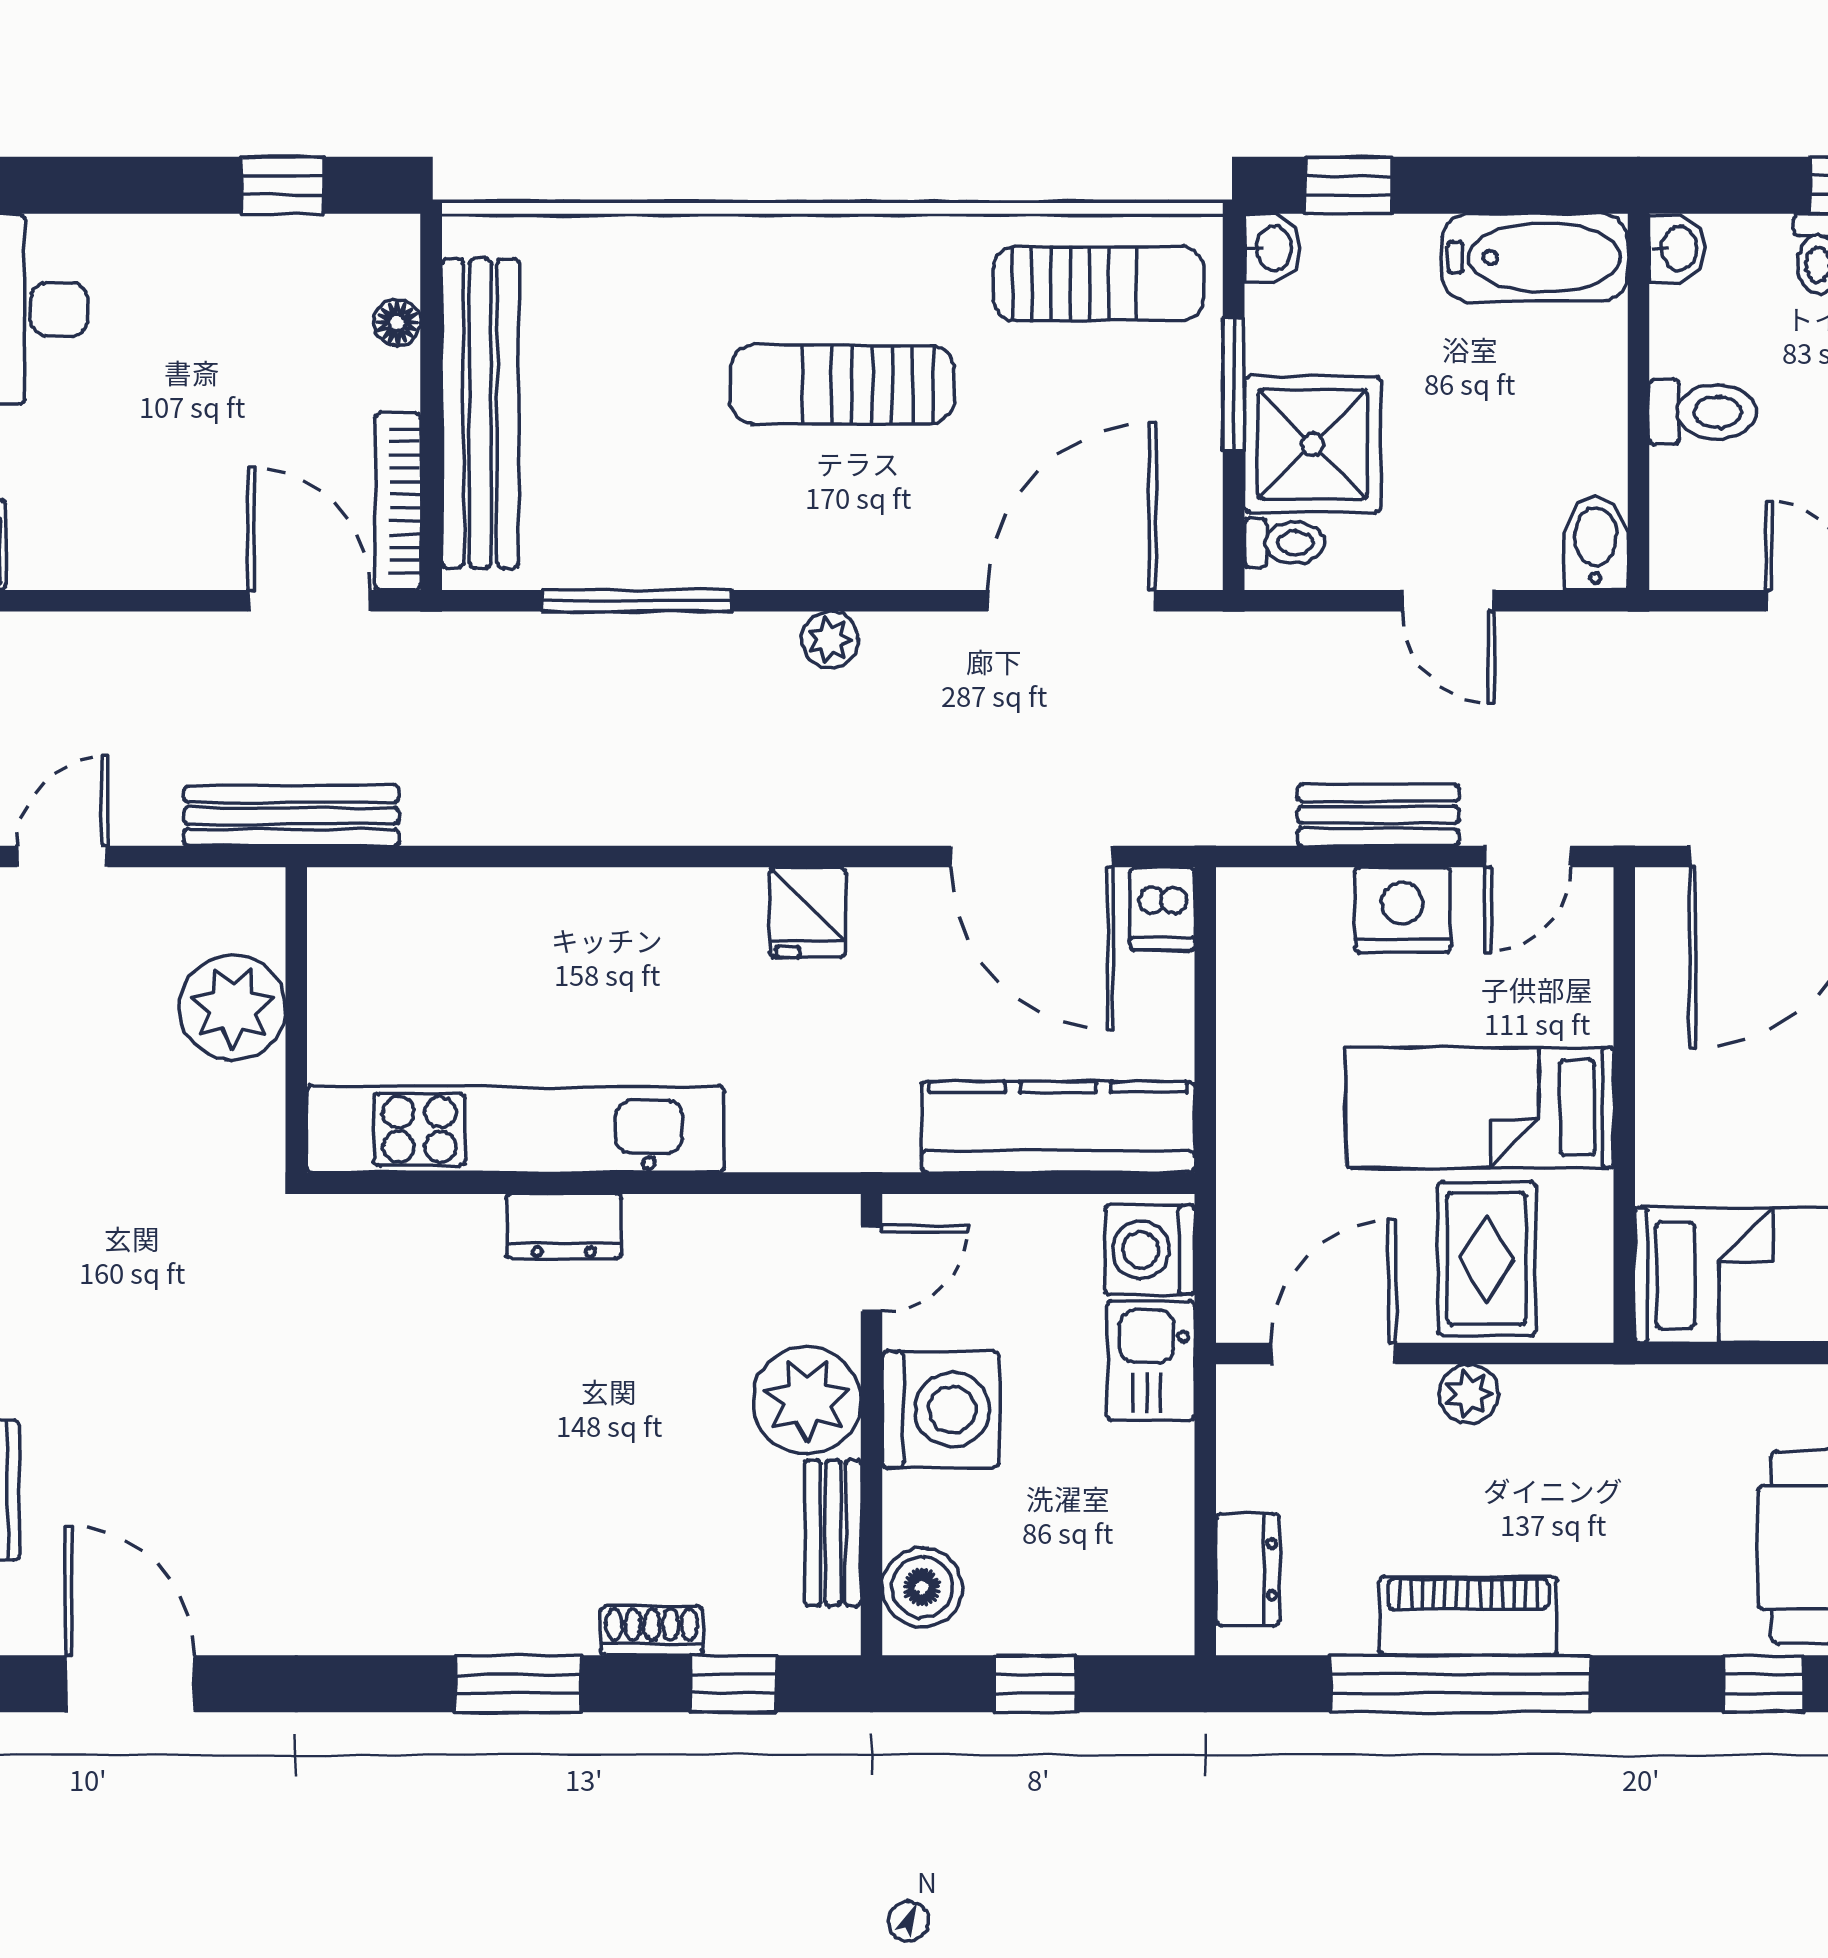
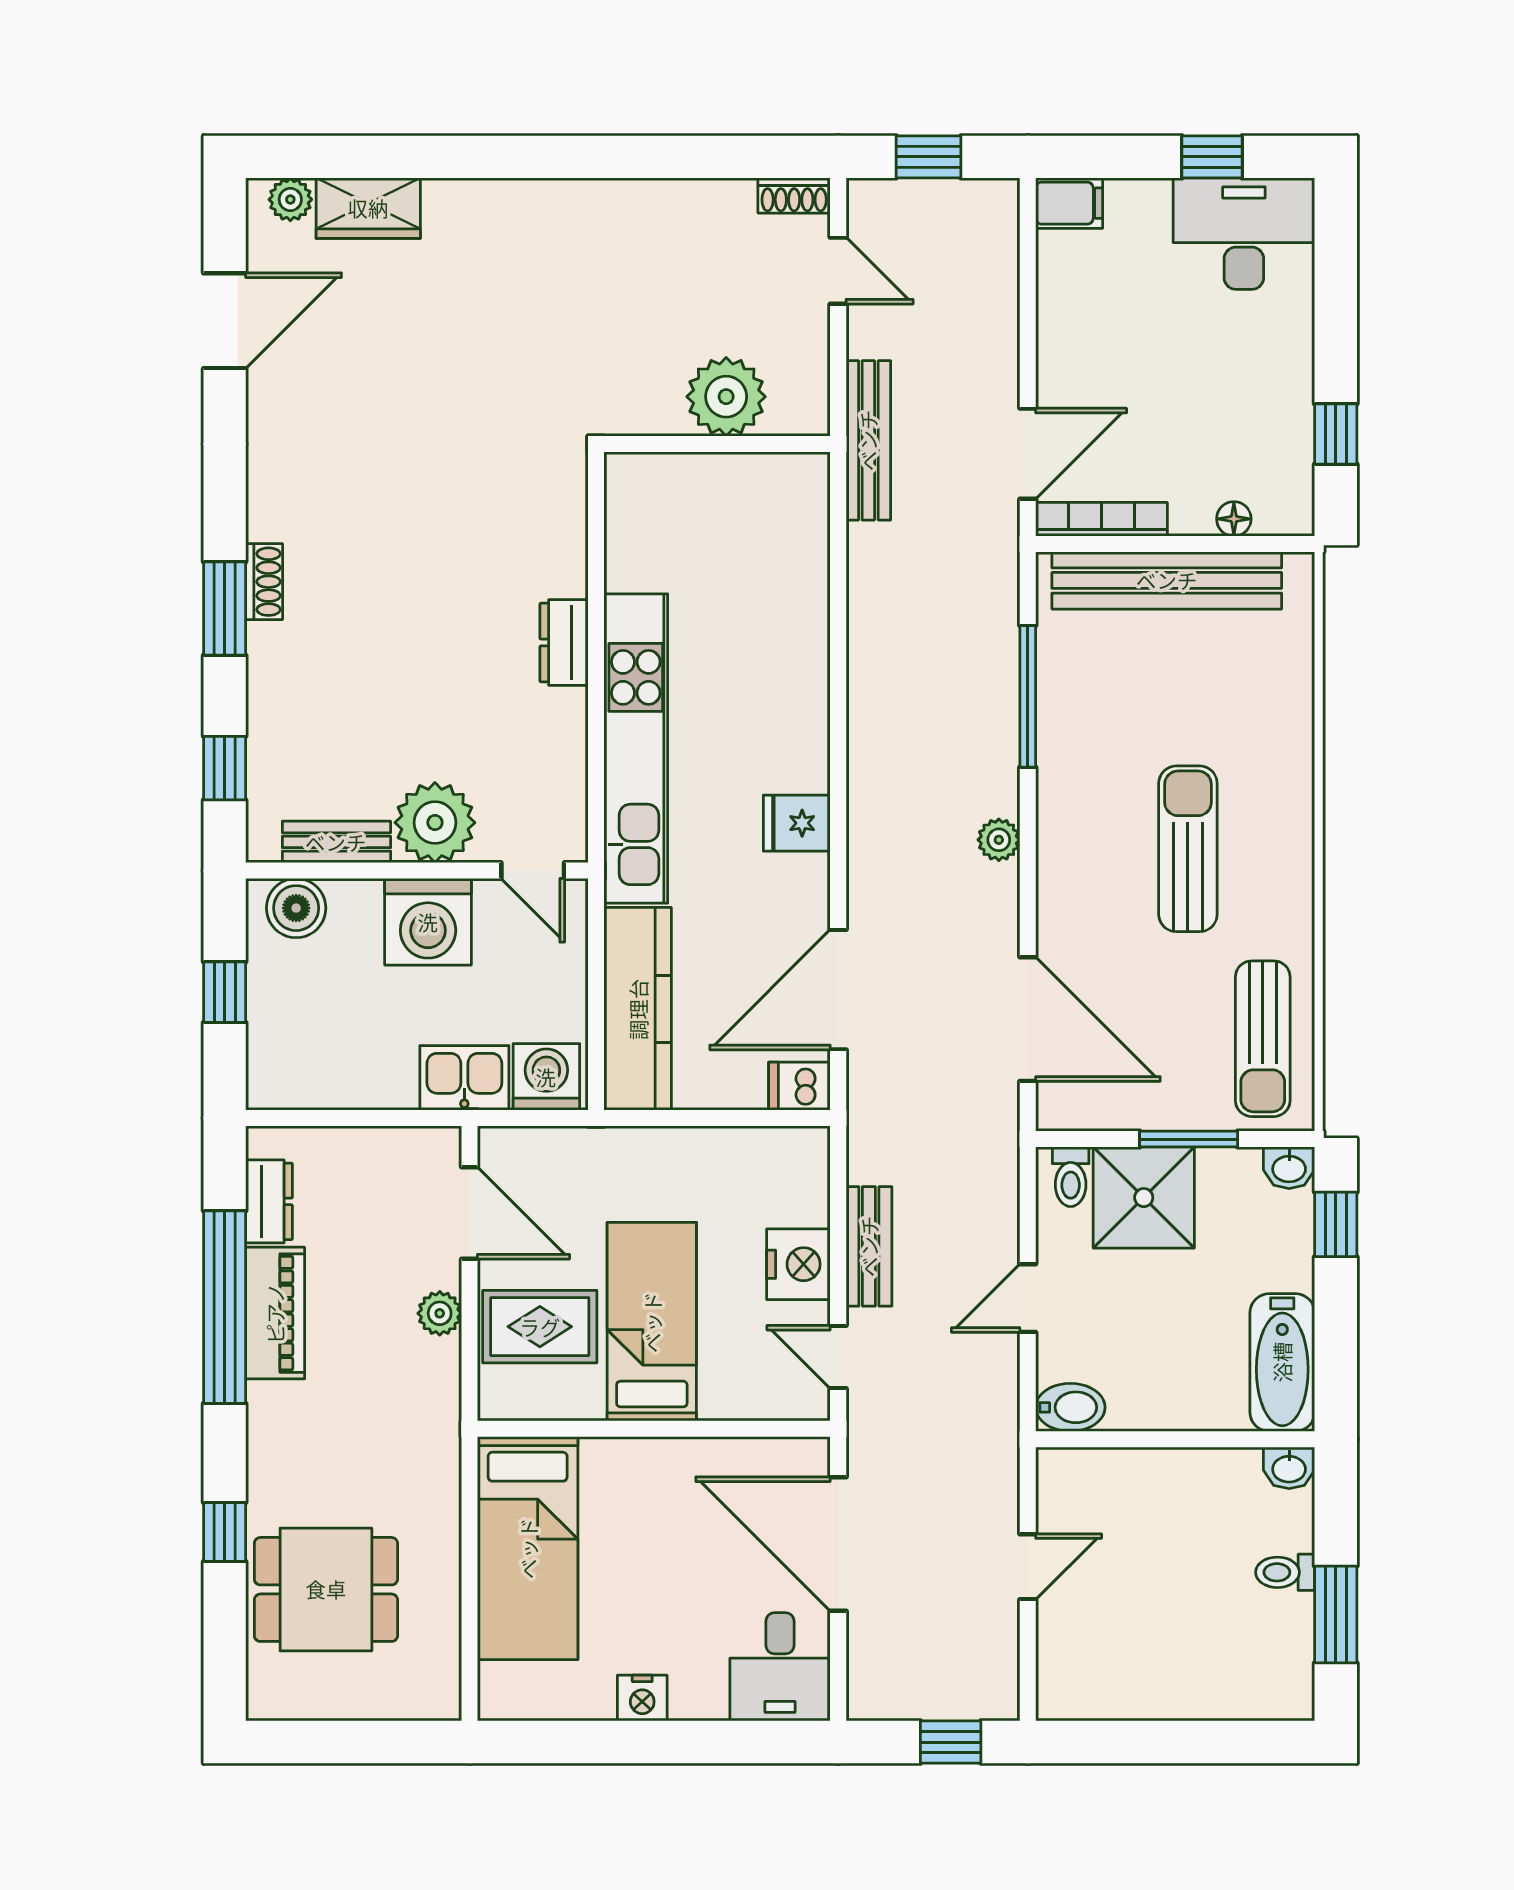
toilet: (1703, 412) -> (1168, 1487), removed
kitchen unit: (515, 1129) -> (636, 749), moved
dresser: (1247, 1569) -> (269, 1201), moved, turned -90
shoe rack: (652, 1631) -> (264, 582), moved

